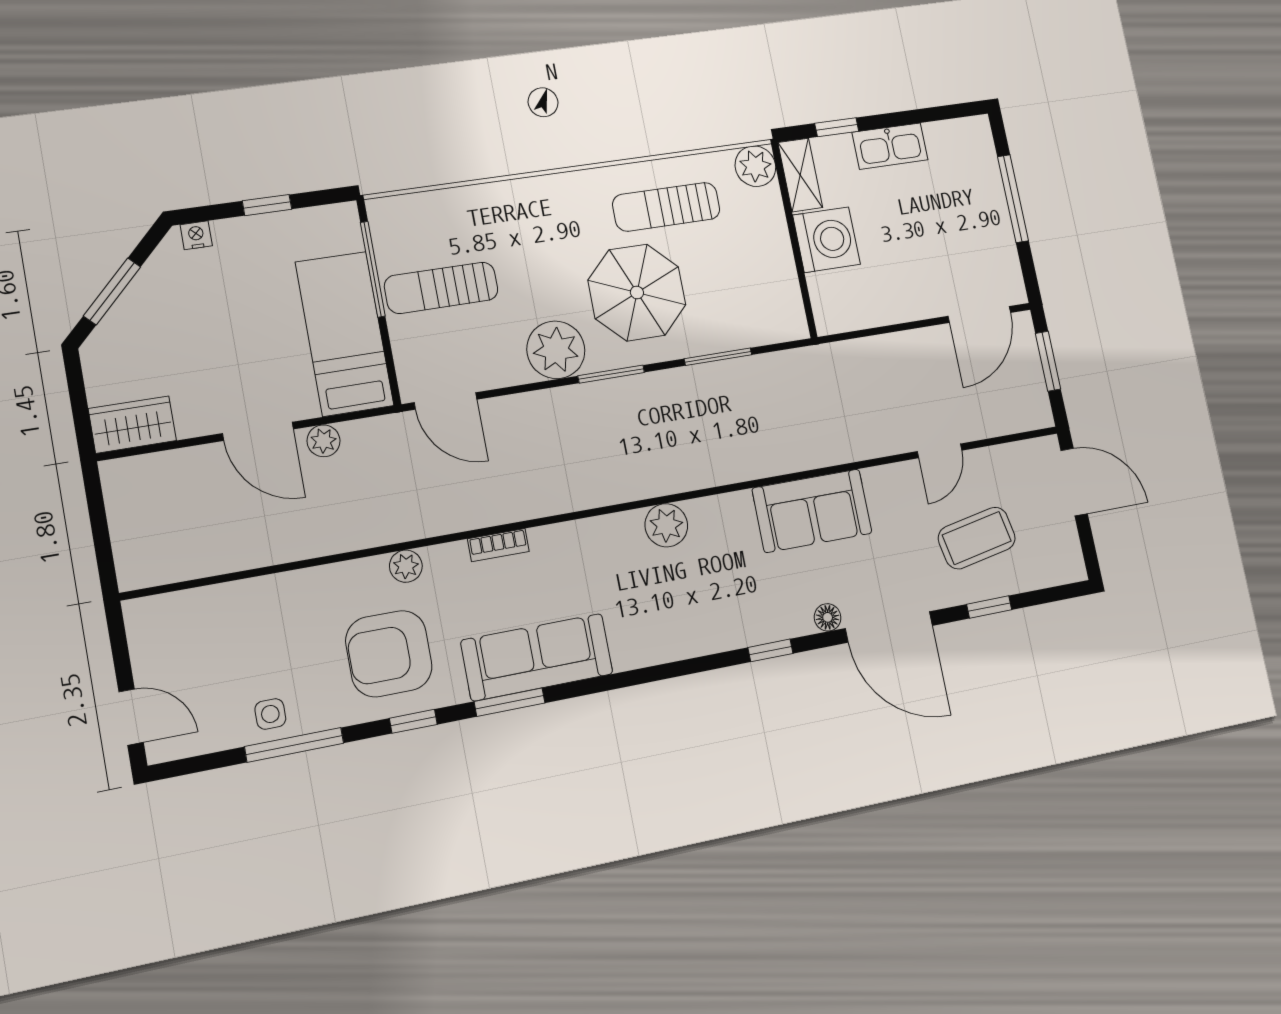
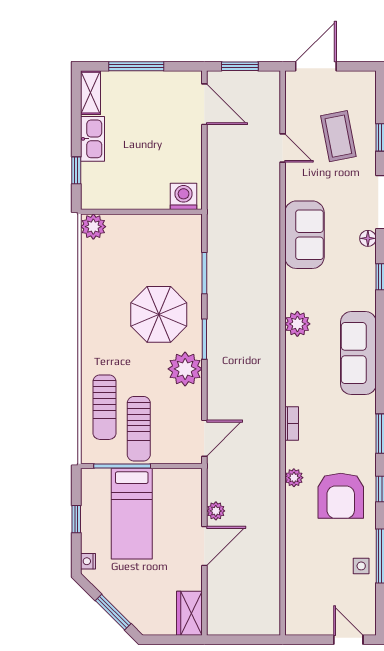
shelving: (800, 175) -> (90, 93), moved, turned 90
sun lounger: (666, 207) -> (104, 407), moved
washing machine: (827, 240) -> (184, 196), moved, width x0.73, depth x0.73
bed: (344, 334) -> (132, 514), moved, turned -90
sofa: (537, 657) -> (358, 353), moved
door: (131, 717) -> (348, 640), hinge flipped

